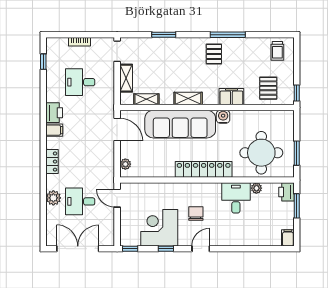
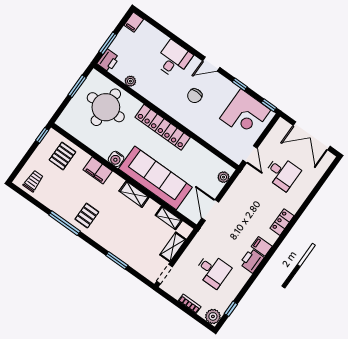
plant: (53, 198) -> (213, 316), moved
desk: (236, 198) -> (173, 59), moved, turned 180
corner desk: (159, 228) -> (245, 114), moved

